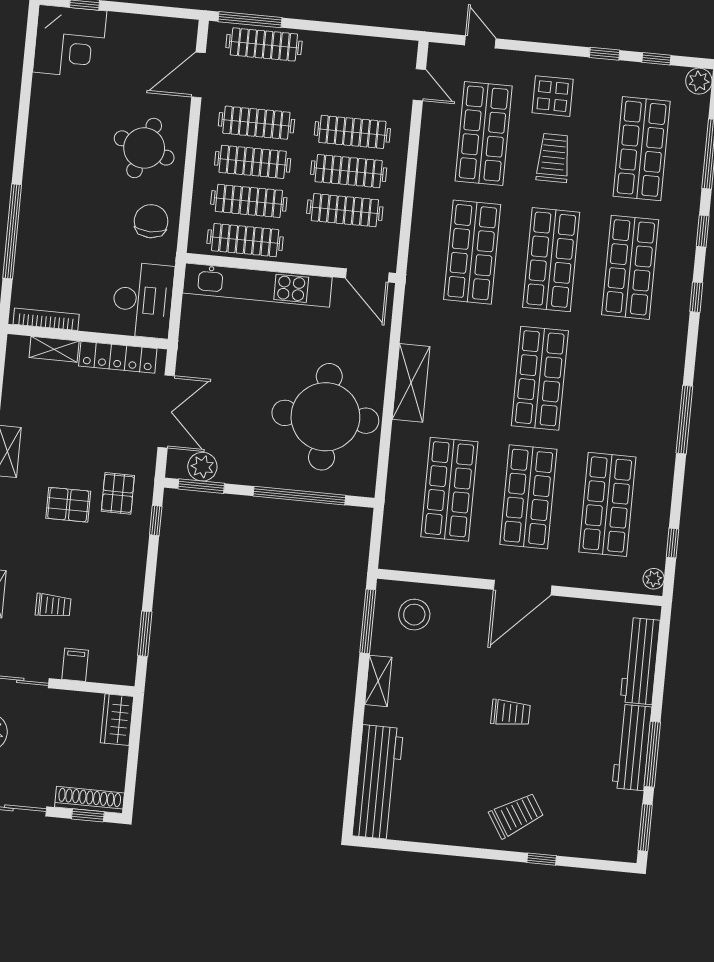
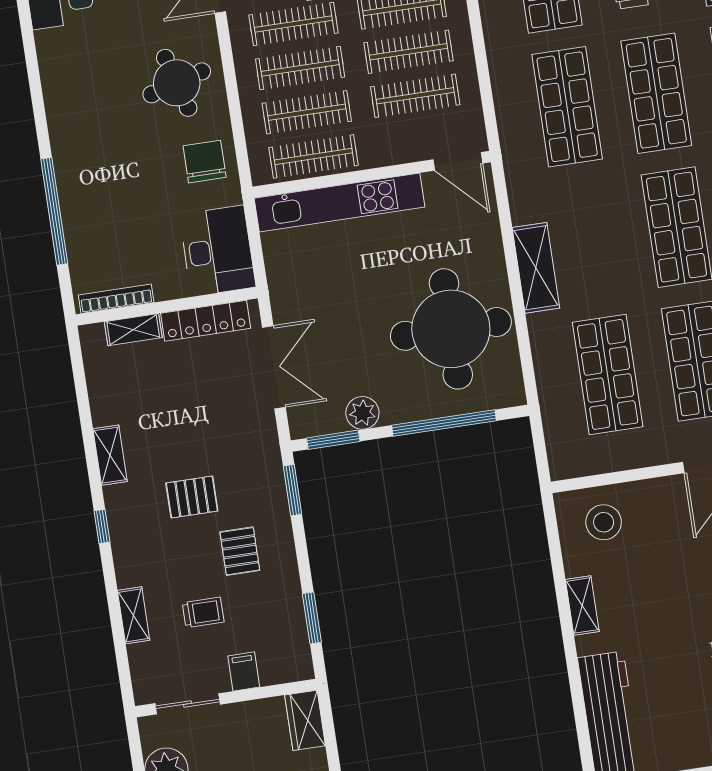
round table: (144, 148) -> (177, 83), turned -34
plant: (202, 467) -> (362, 413), moved
pallet: (118, 493) -> (240, 551), moved
window: (156, 520) -> (293, 490), width x1.50
window: (368, 621) -> (554, 543), removed

